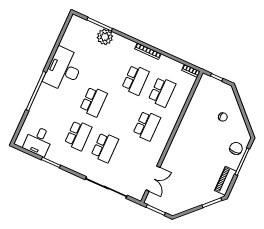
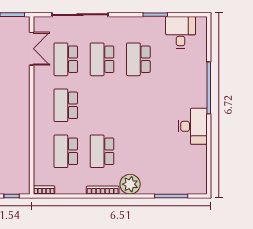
plant: (105, 37) -> (130, 184), moved
desk: (64, 69) -> (193, 126), width x0.73, depth x0.77
school desk: (94, 102) -> (66, 59), moved
double door: (153, 179) -> (32, 49), swing flipped

